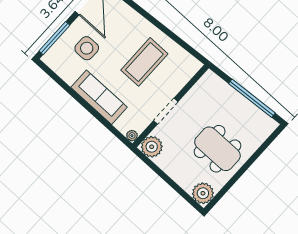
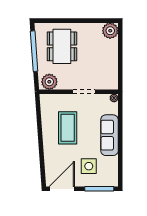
coffee table: (144, 62) -> (68, 128), turned 90
plant: (152, 147) -> (49, 82), moved
dining table: (217, 149) -> (62, 46), moved

